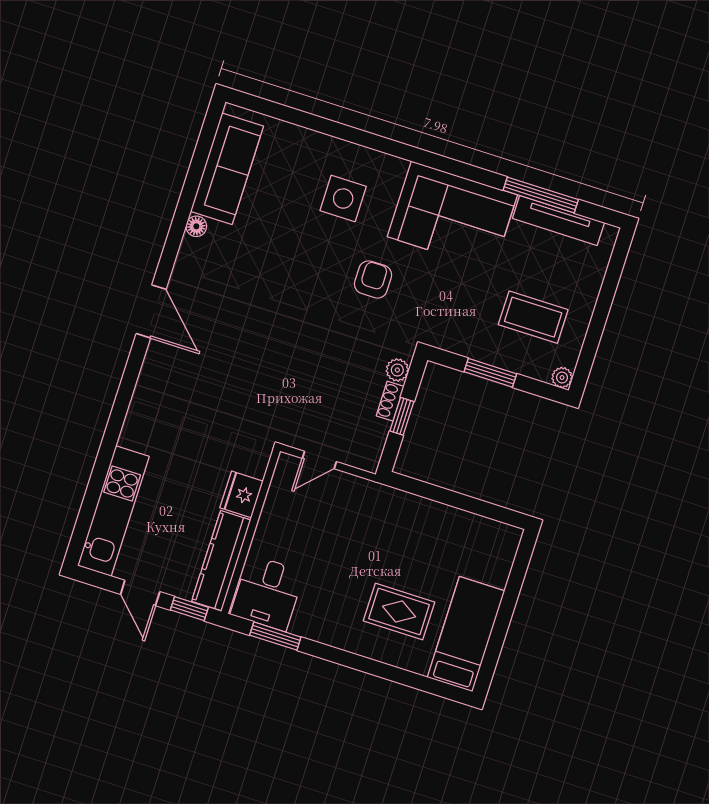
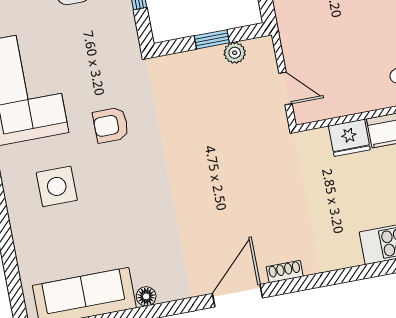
plant: (397, 370) -> (235, 53), moved
shoe rack: (390, 401) -> (285, 272), moved, turned 180

